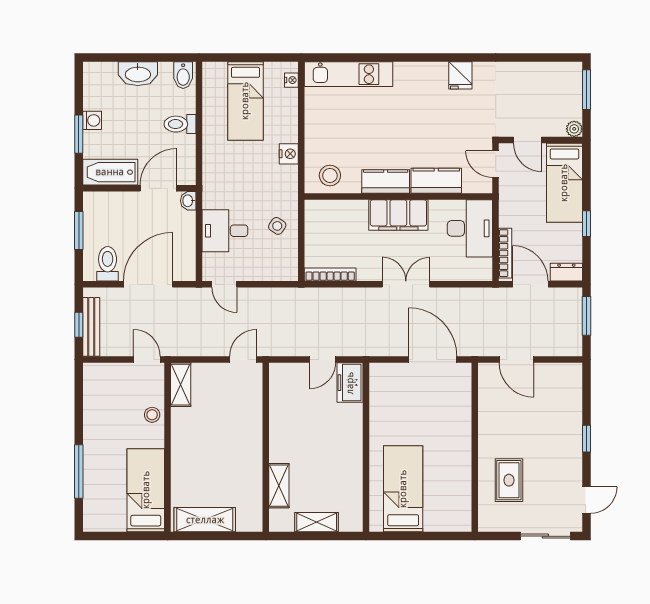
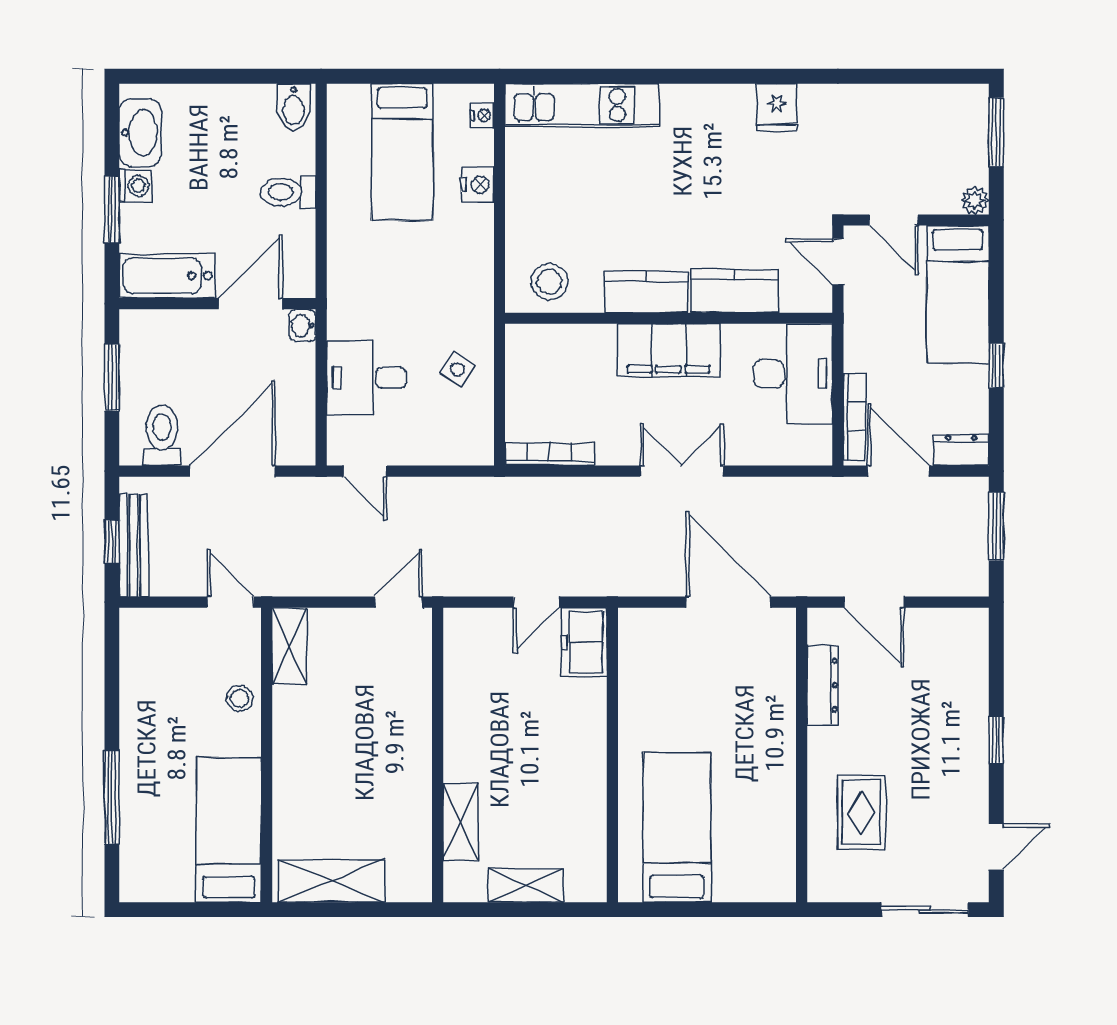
washbasin: (138, 74) -> (140, 133), moved, turned -90
nightstand: (289, 154) -> (478, 185), moved
dresser: (487, 407) -> (823, 685), added

